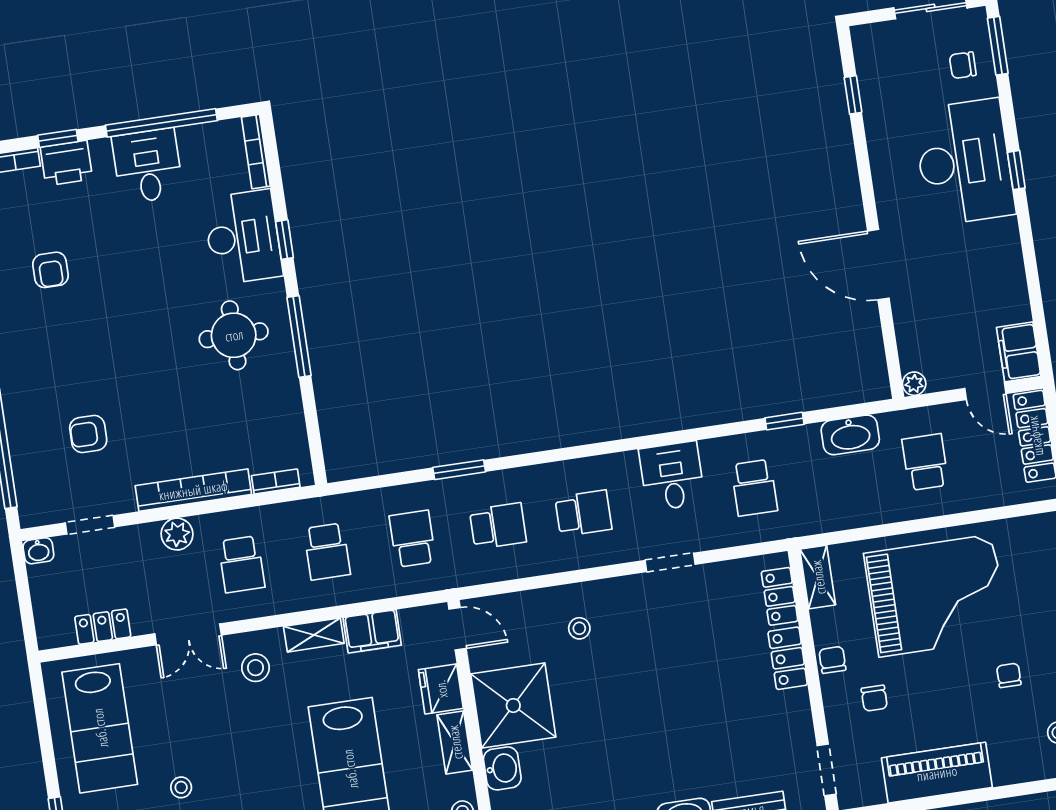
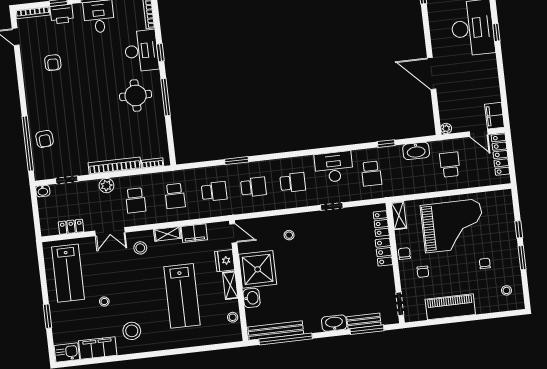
armchair: (88, 434) -> (45, 139), moved, turned -95
desk: (672, 476) -> (334, 167), width x1.37
school desk: (412, 539) -> (214, 191), turned 90

